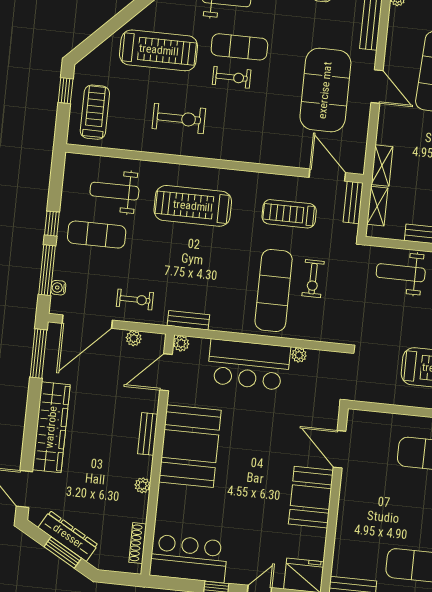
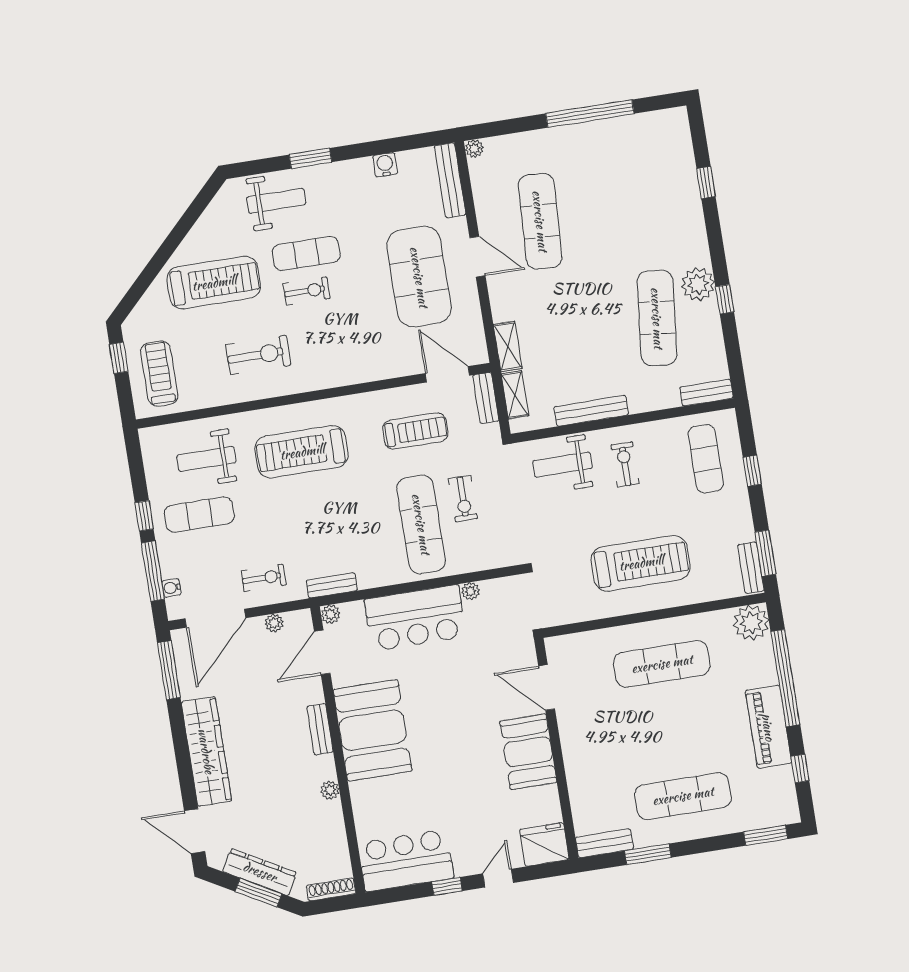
treadmill: (289, 214) -> (415, 431), turned 180
shoe rack: (138, 543) -> (331, 889), moved, turned 90

